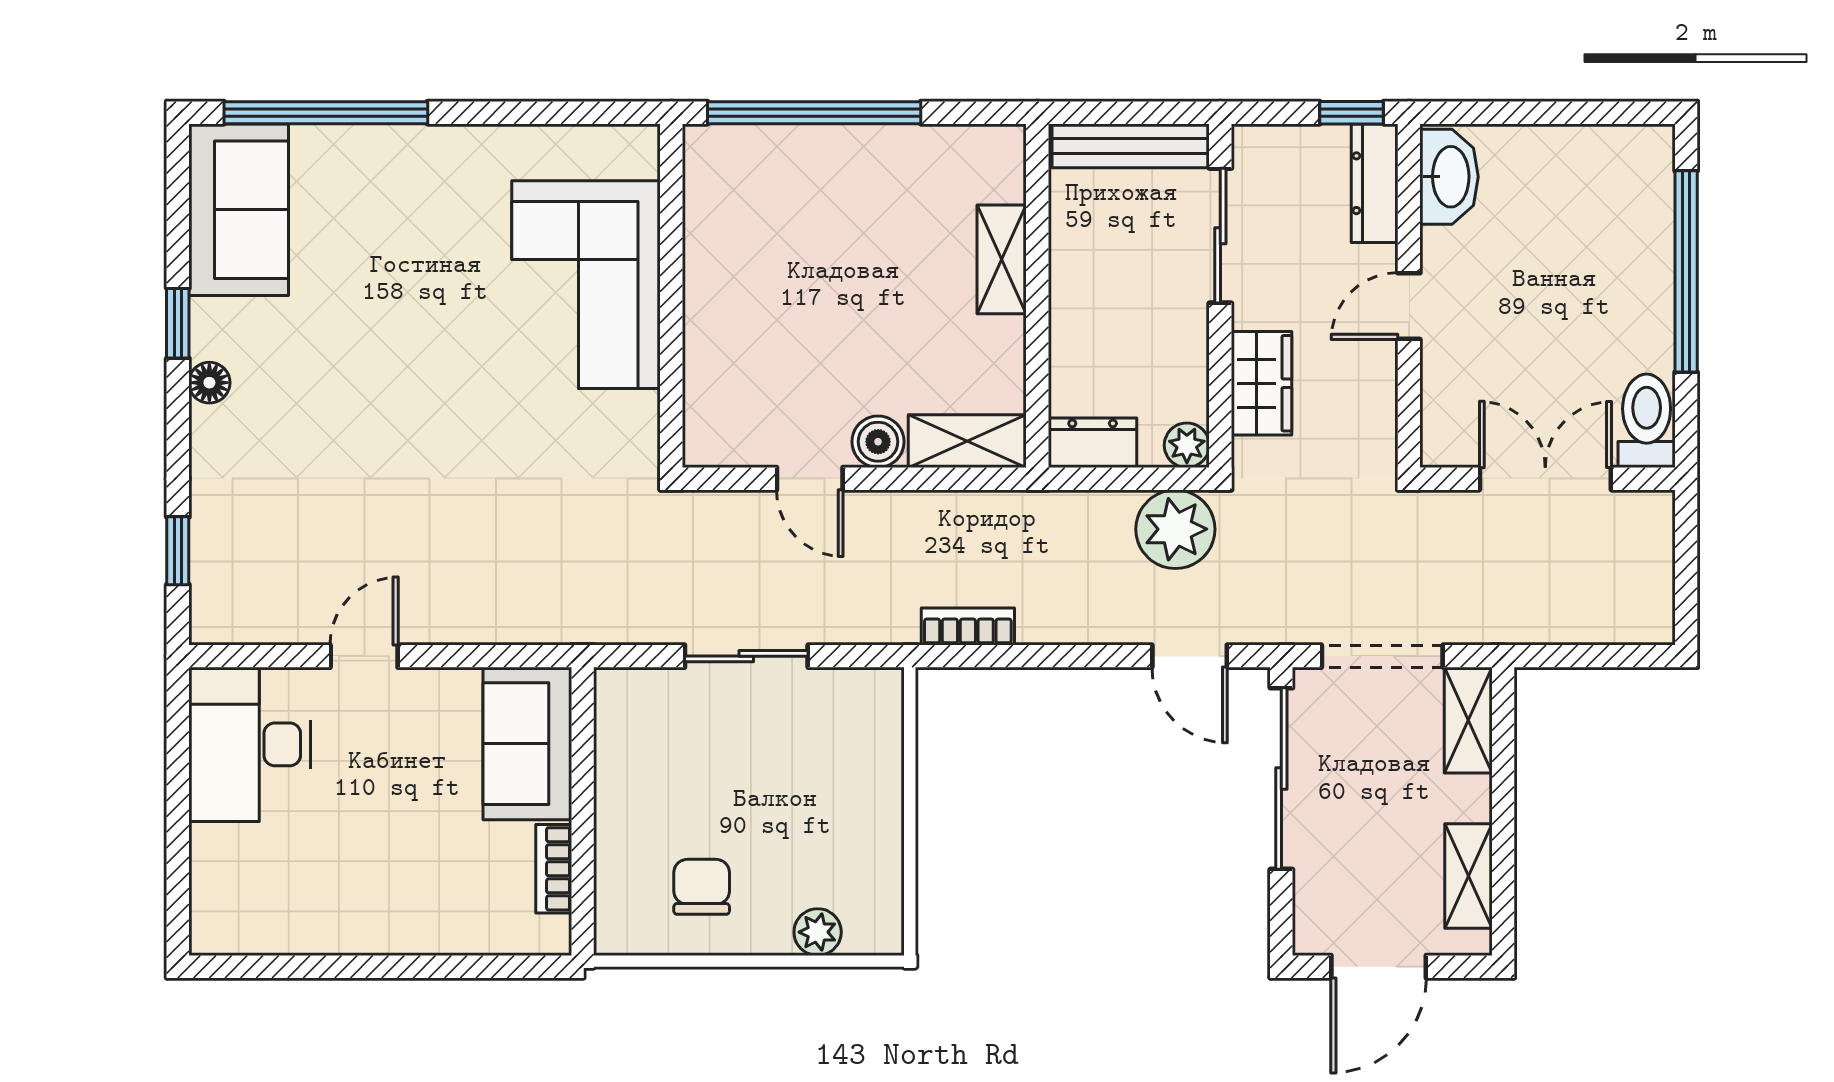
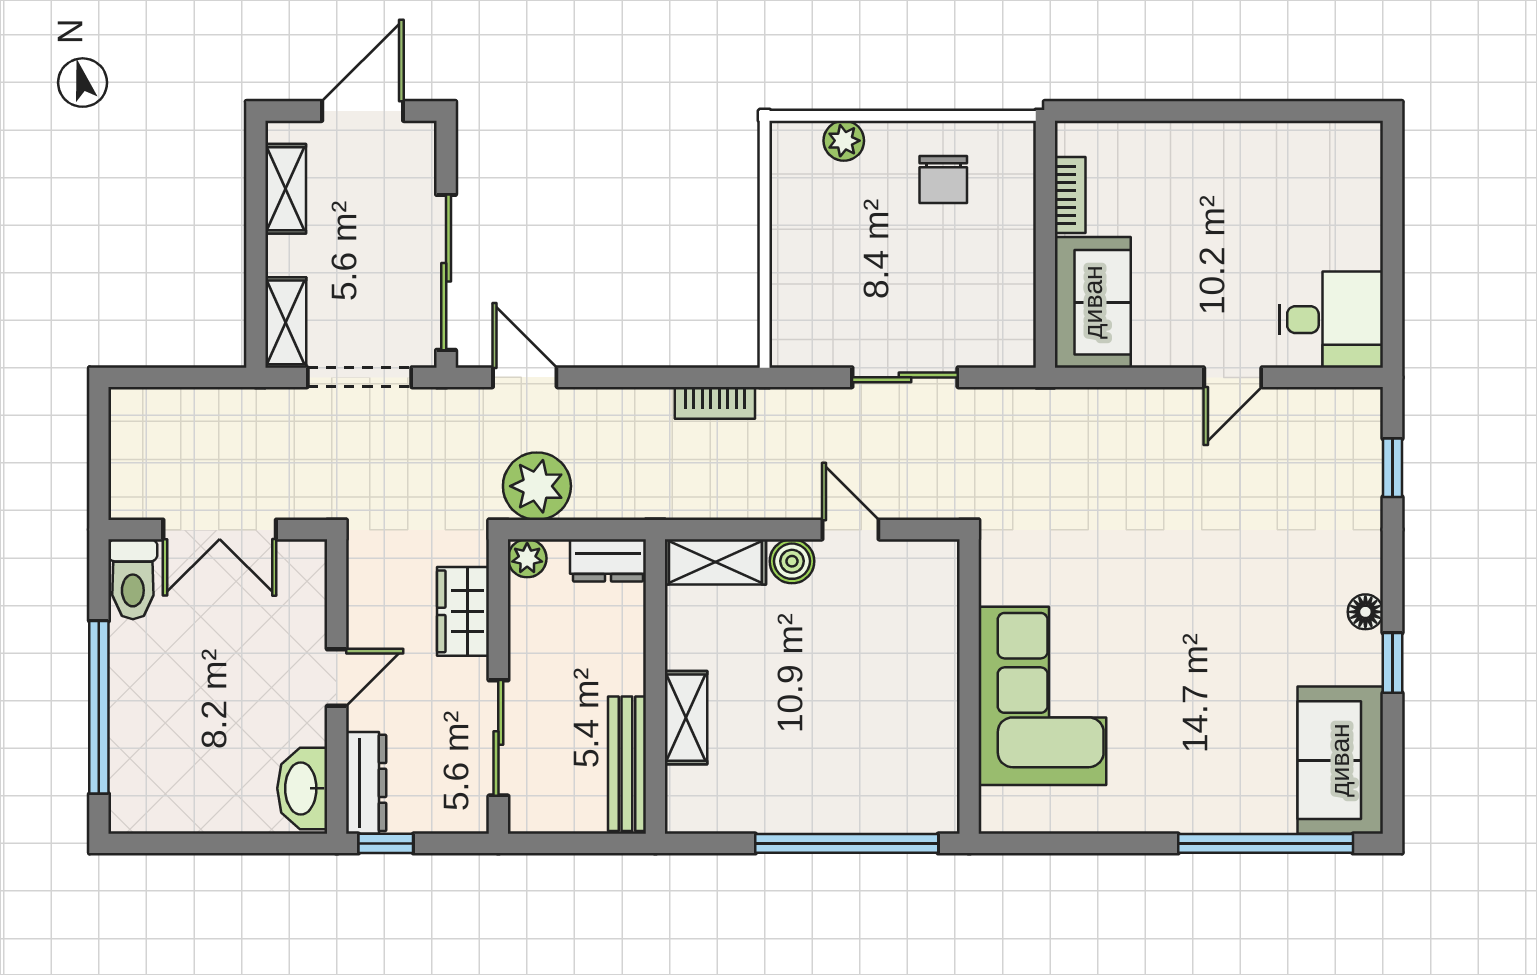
bench: (1131, 146) -> (627, 764), moved, turned 90
desk: (250, 744) -> (1331, 320), width x0.73

